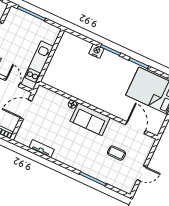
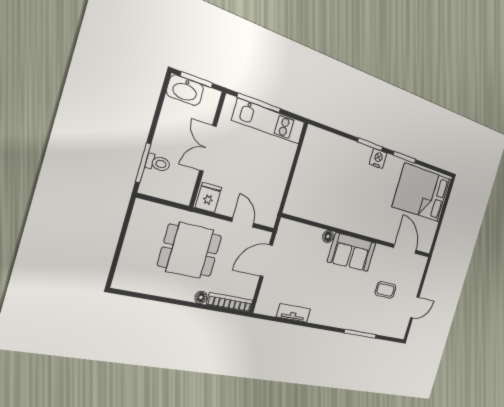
nightstand: (96, 51) -> (378, 159), moved
kitchen unit: (37, 65) -> (269, 121), moved, turned -90

